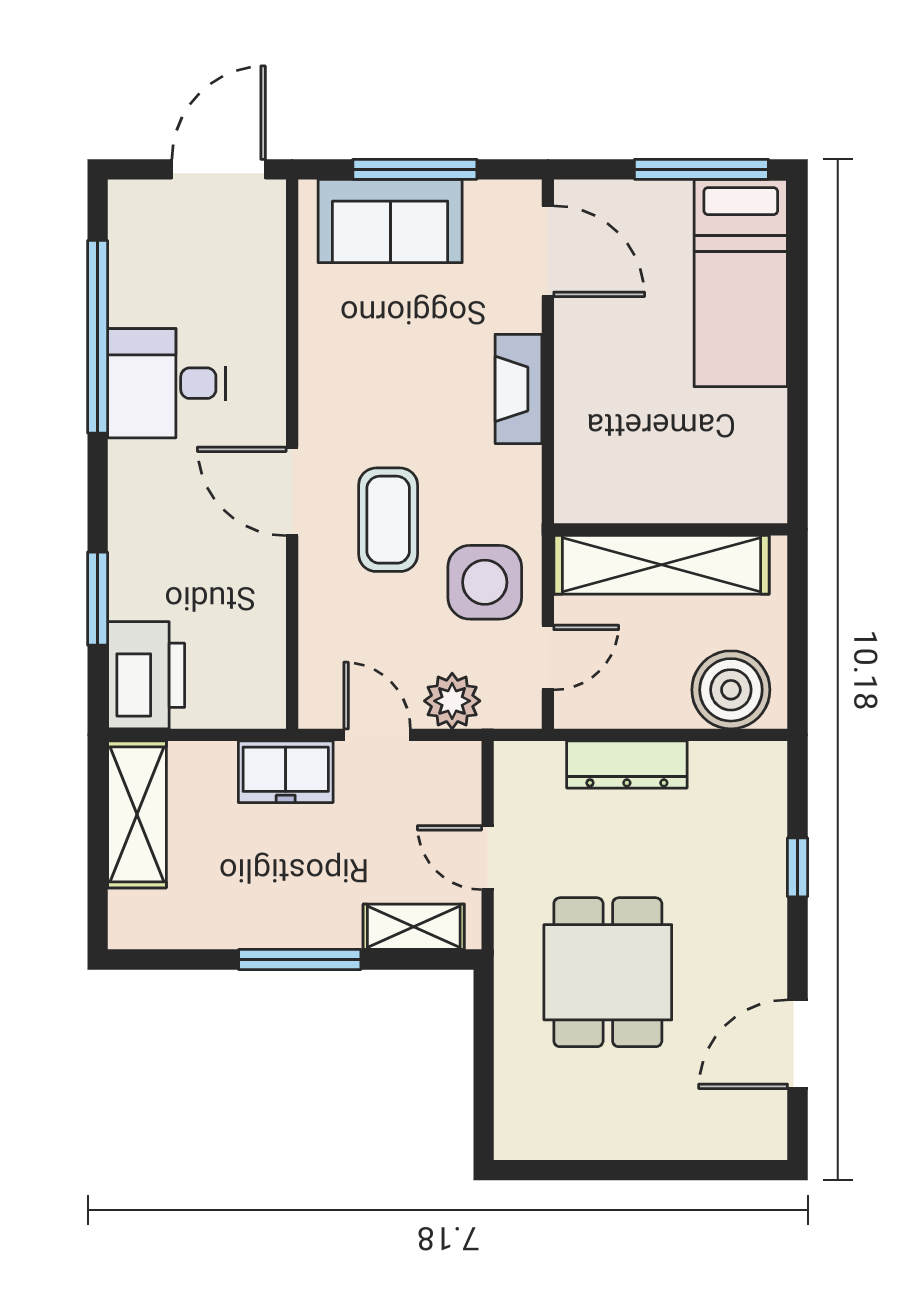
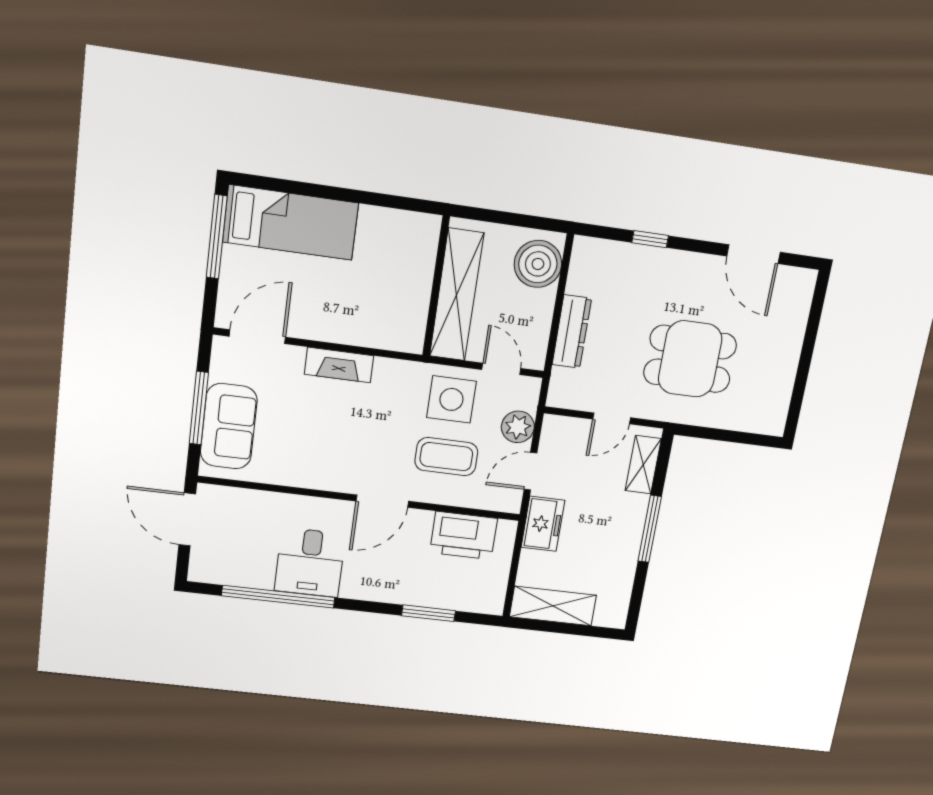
coffee table: (388, 520) -> (446, 457), moved
printer: (146, 675) -> (464, 536), moved, turned 180

